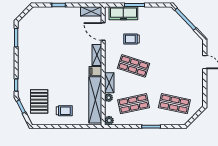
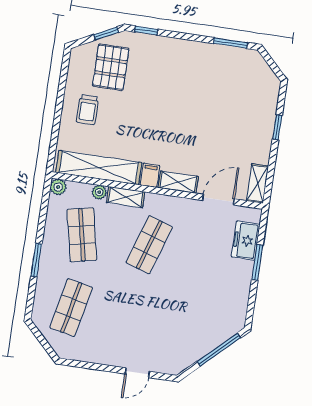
freezer: (123, 13) -> (246, 241), width x0.71
trolley: (132, 39) -> (198, 248), removed
pallet: (39, 101) -> (111, 67), turned 90

